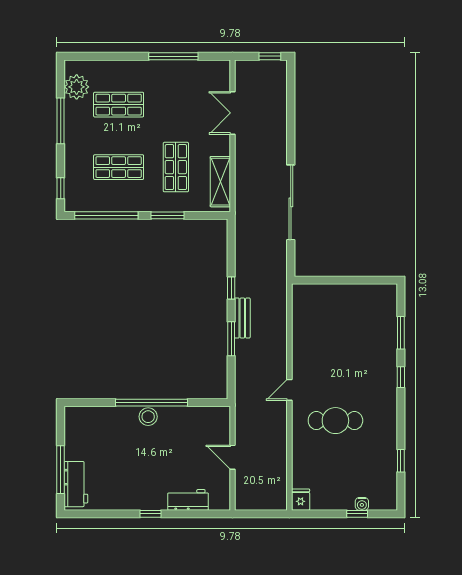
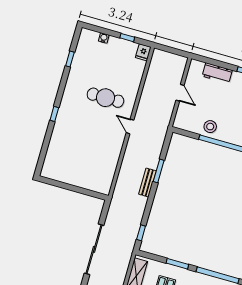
window: (231, 288) -> (141, 233), moved
window: (401, 333) -> (46, 143), removed
door: (289, 390) -> (130, 126), swing flipped
stool: (148, 417) -> (210, 127), moved
window: (357, 514) -> (127, 38), moved

